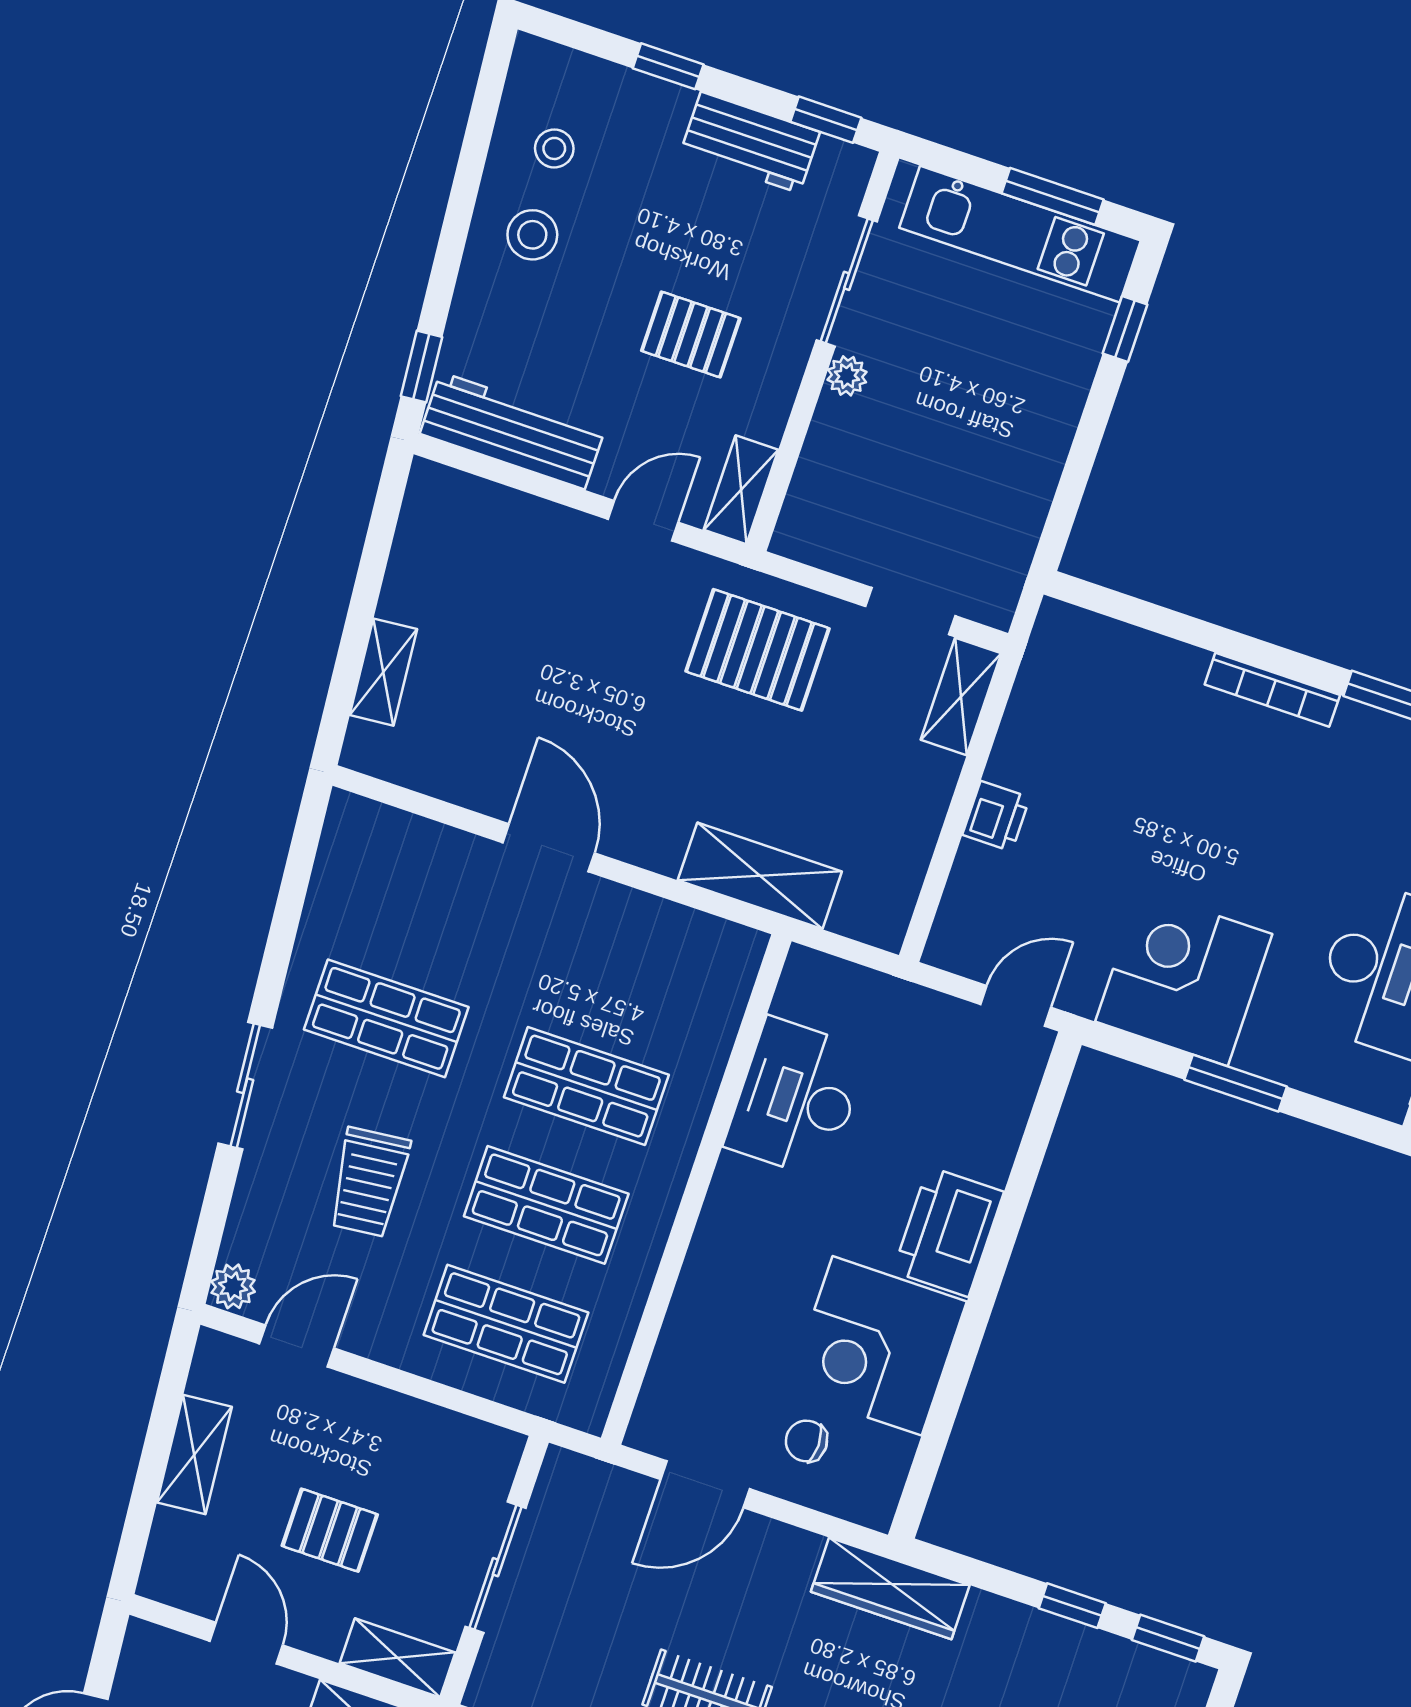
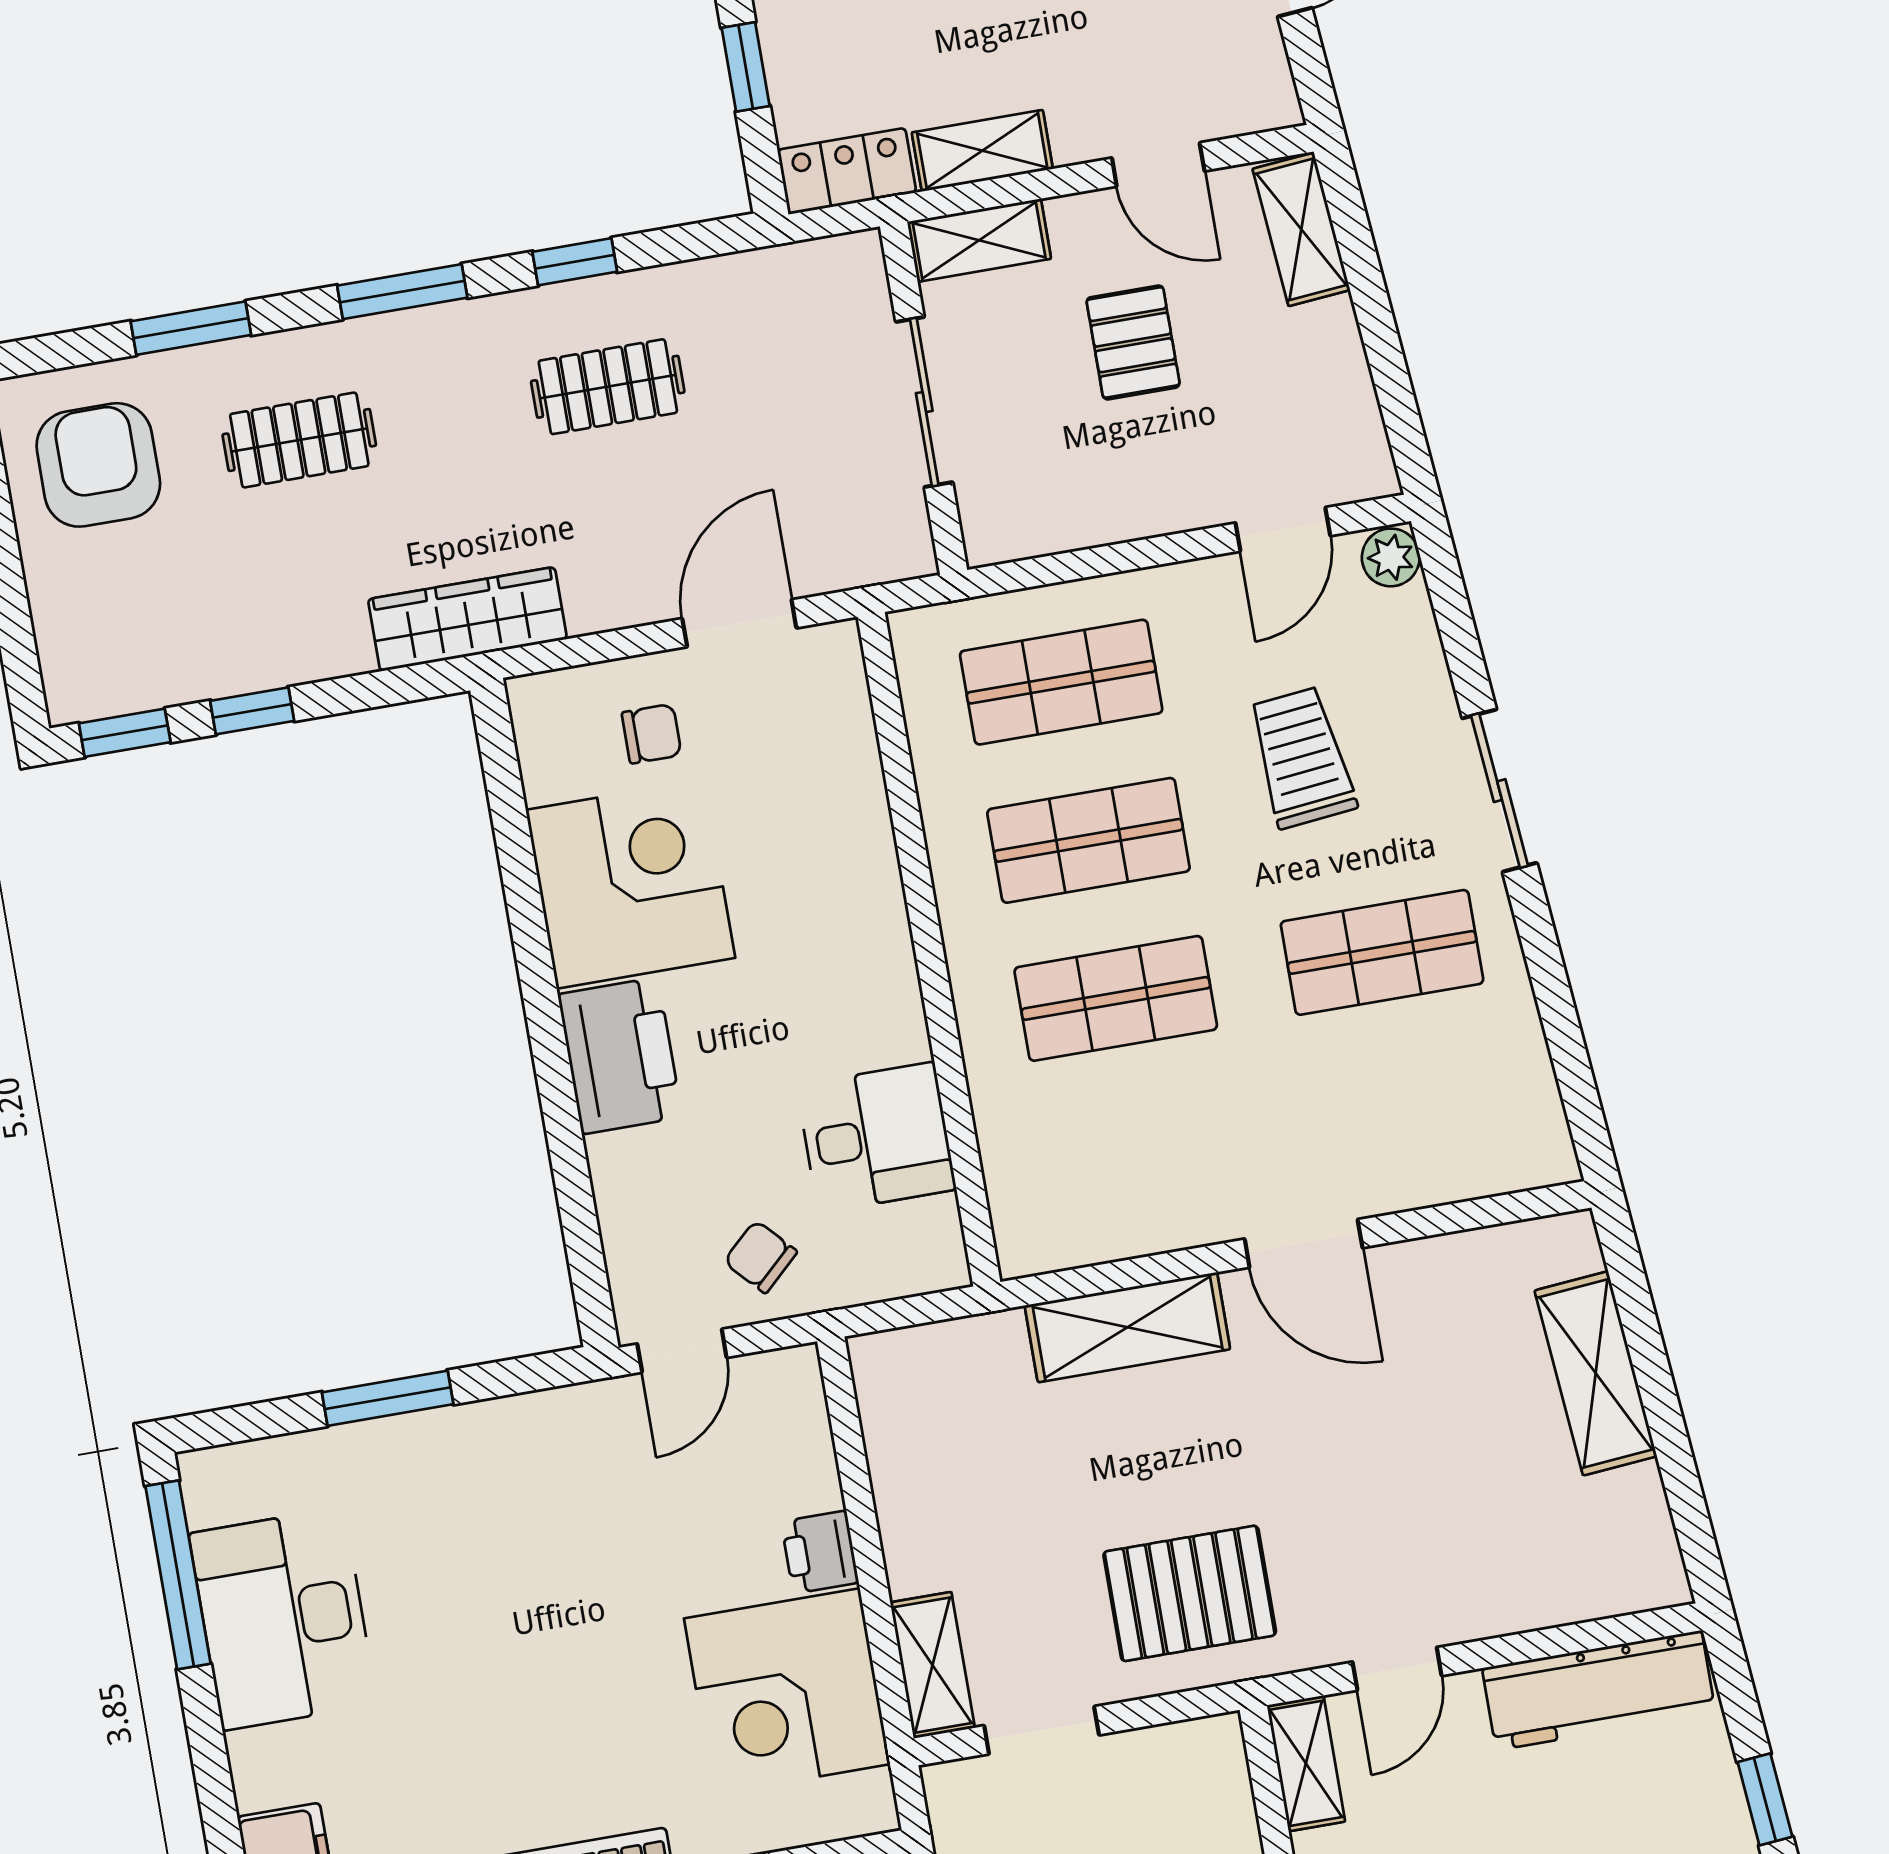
window: (421, 367) -> (1765, 1799), moved
shelving: (383, 672) -> (1596, 1373), width x1.50, depth x1.33
shelving: (760, 876) -> (1127, 1327), moved
corner desk: (1184, 978) -> (787, 1691), moved, turned 90
chair: (927, 1041) -> (760, 1257), added
desk: (796, 1098) -> (876, 1137), width x0.73
shelving: (194, 1455) -> (1301, 229), moved
pallet: (330, 1530) -> (1133, 342), turned 90

